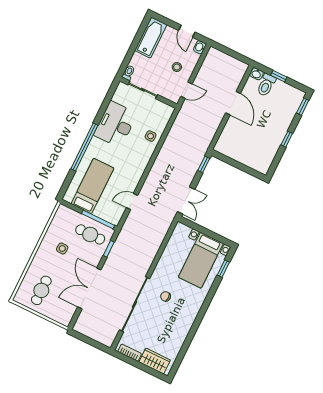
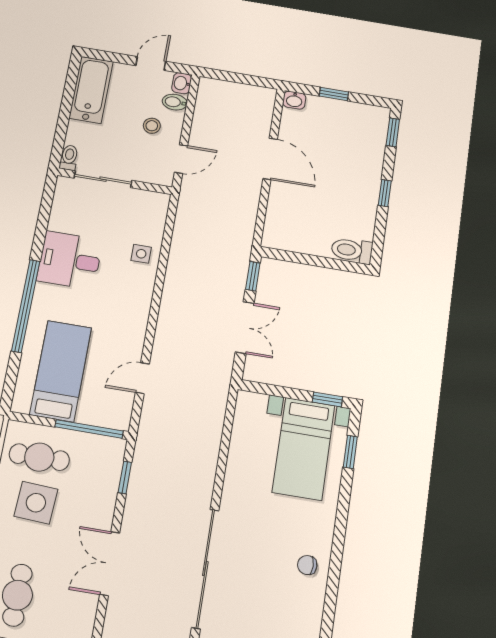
door: (187, 31) -> (151, 63), swing flipped
bidet: (193, 57) -> (175, 102), added
toilet: (266, 85) -> (352, 250), moved, turned 90
desk: (116, 124) -> (70, 260), width x0.73
double door: (186, 201) -> (245, 328), moved
cafe table: (90, 234) -> (39, 457), moved
window: (221, 239) -> (327, 399), added
side table: (62, 248) -> (36, 503), width x1.87, depth x1.87
double door: (89, 288) -> (110, 564), width x0.73
chair: (166, 296) -> (307, 565), moved

